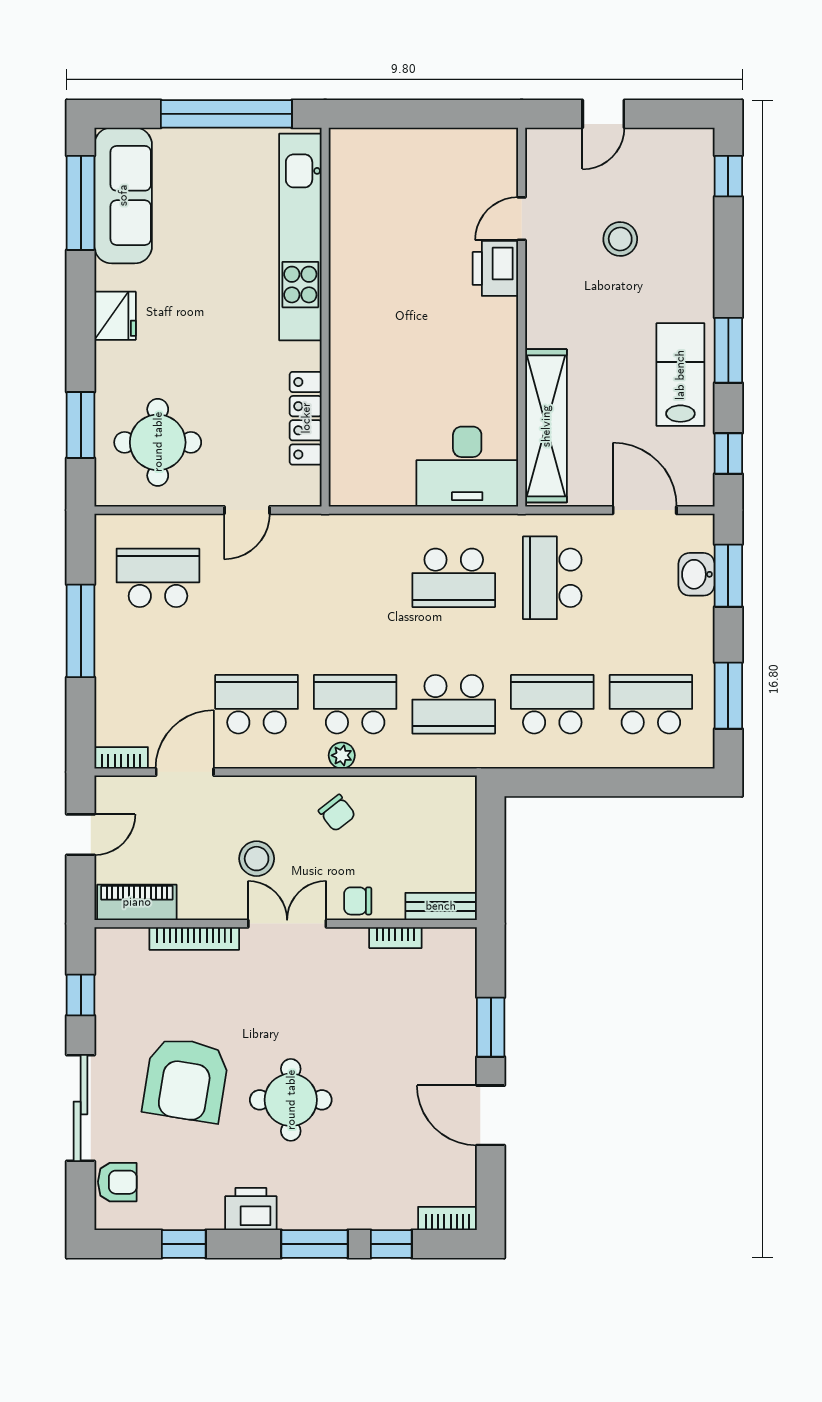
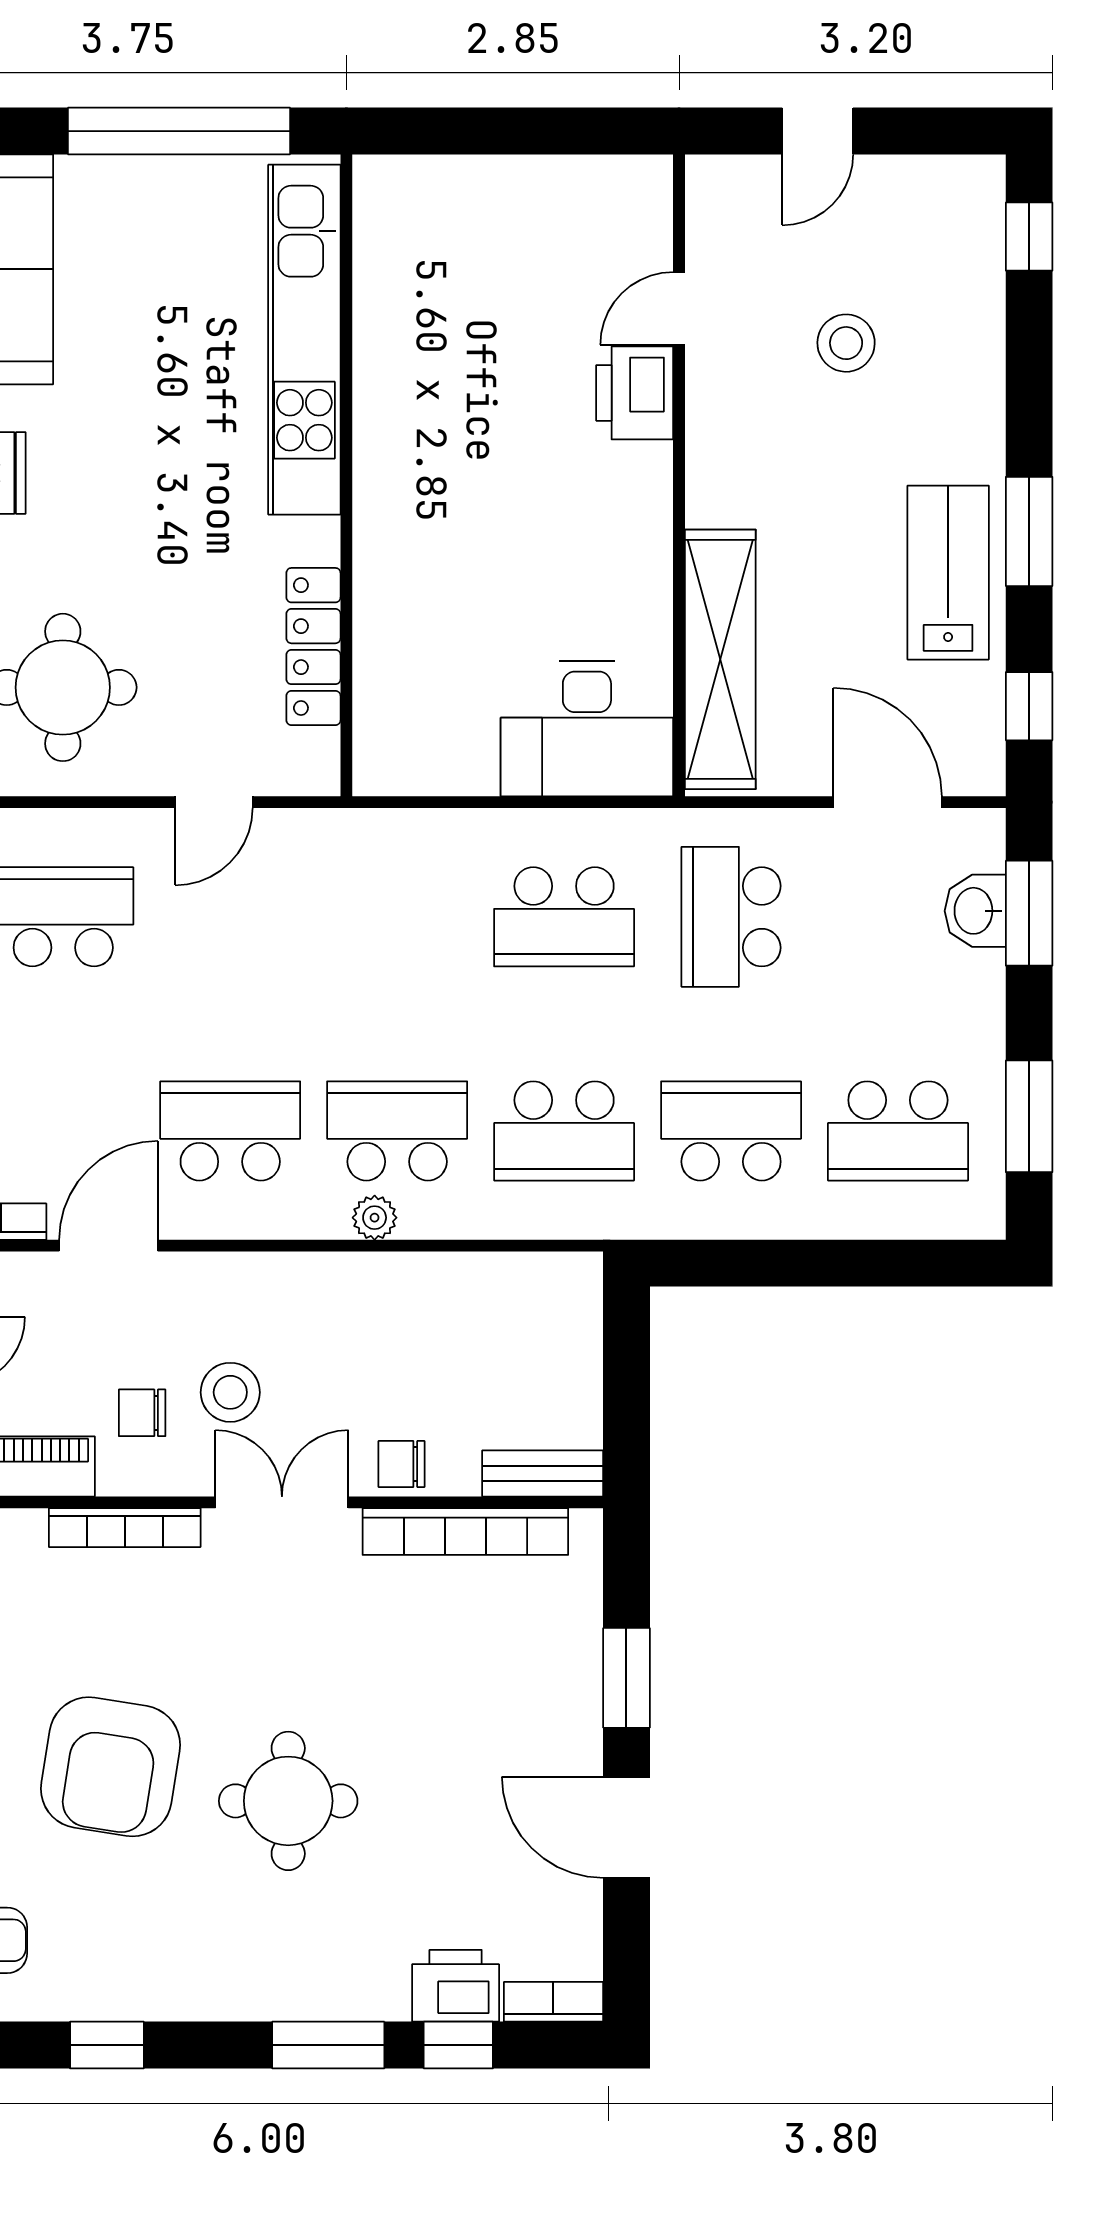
school desk: (651, 704) -> (898, 1131), turned 180
chair: (337, 813) -> (142, 1413), moved, turned 128
bookcase: (395, 938) -> (465, 1532), width x2.31, depth x1.31
printer: (251, 1209) -> (456, 1986), moved

